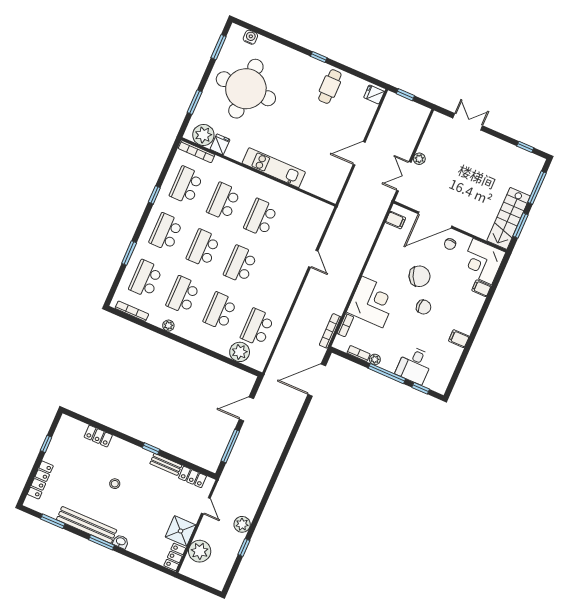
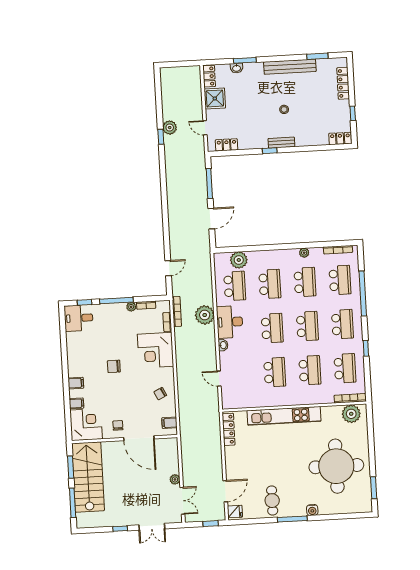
water cooler: (250, 37) -> (312, 510), moved
window: (319, 57) -> (292, 519), width x2.17
window: (195, 102) -> (371, 436), removed
fridge: (220, 144) -> (335, 413), removed
window: (525, 147) -> (120, 529), moved
door: (359, 153) -> (225, 491), moved
kitchen unit: (274, 168) -> (284, 416), width x1.36
double door: (404, 176) -> (182, 501), moved
locker: (338, 183) -> (229, 429), added
stairs: (509, 218) -> (88, 477), width x1.36, depth x1.51
door: (435, 220) -> (139, 438), swing flipped
window: (129, 253) -> (363, 293), width x2.11
door: (313, 259) -> (219, 379), moved
washbasin: (300, 272) -> (223, 345), added
chair: (419, 276) -> (160, 394), moved, width x0.54, depth x0.54
desk: (281, 293) -> (230, 322), added
filing cabinet: (459, 339) -> (76, 383), moved
desk: (414, 365) -> (79, 318), moved, turned -90
door: (317, 380) -> (168, 268), width x0.53
locker: (98, 436) -> (340, 138), moved
bench: (166, 464) -> (281, 143), moved
window: (101, 542) -> (245, 60), moved
washbasin: (121, 542) -> (237, 68), moved
window: (244, 547) -> (161, 137), moved
plant: (200, 551) -> (205, 315), moved

